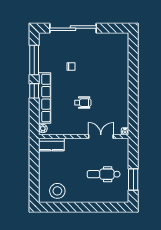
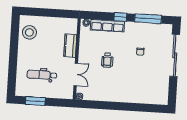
row of seats: (45, 98) -> (107, 26), width x0.73
kitchen counter: (51, 145) -> (70, 46), moved
dental chair: (104, 174) -> (42, 75), turned -90

